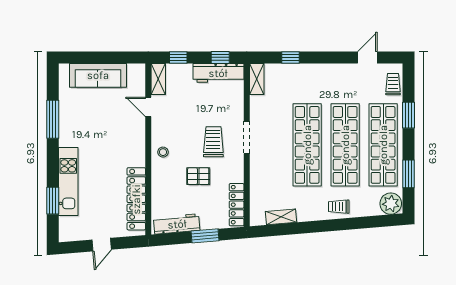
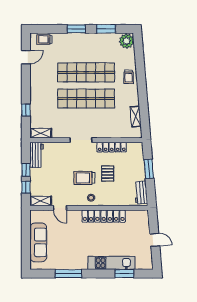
window: (220, 57) -> (26, 170), moved
door: (367, 57) -> (26, 57), swing flipped
workbench: (218, 73) -> (37, 155), width x0.73
door: (148, 107) -> (60, 208), hinge flipped
window: (408, 115) -> (76, 29), moved
trolley: (213, 142) -> (84, 178), moved
shop shelf: (383, 145) -> (86, 46), removed
locker: (136, 199) -> (104, 216), moved
locker: (237, 205) -> (112, 147), moved
workbench: (177, 224) -> (141, 193), width x0.73

